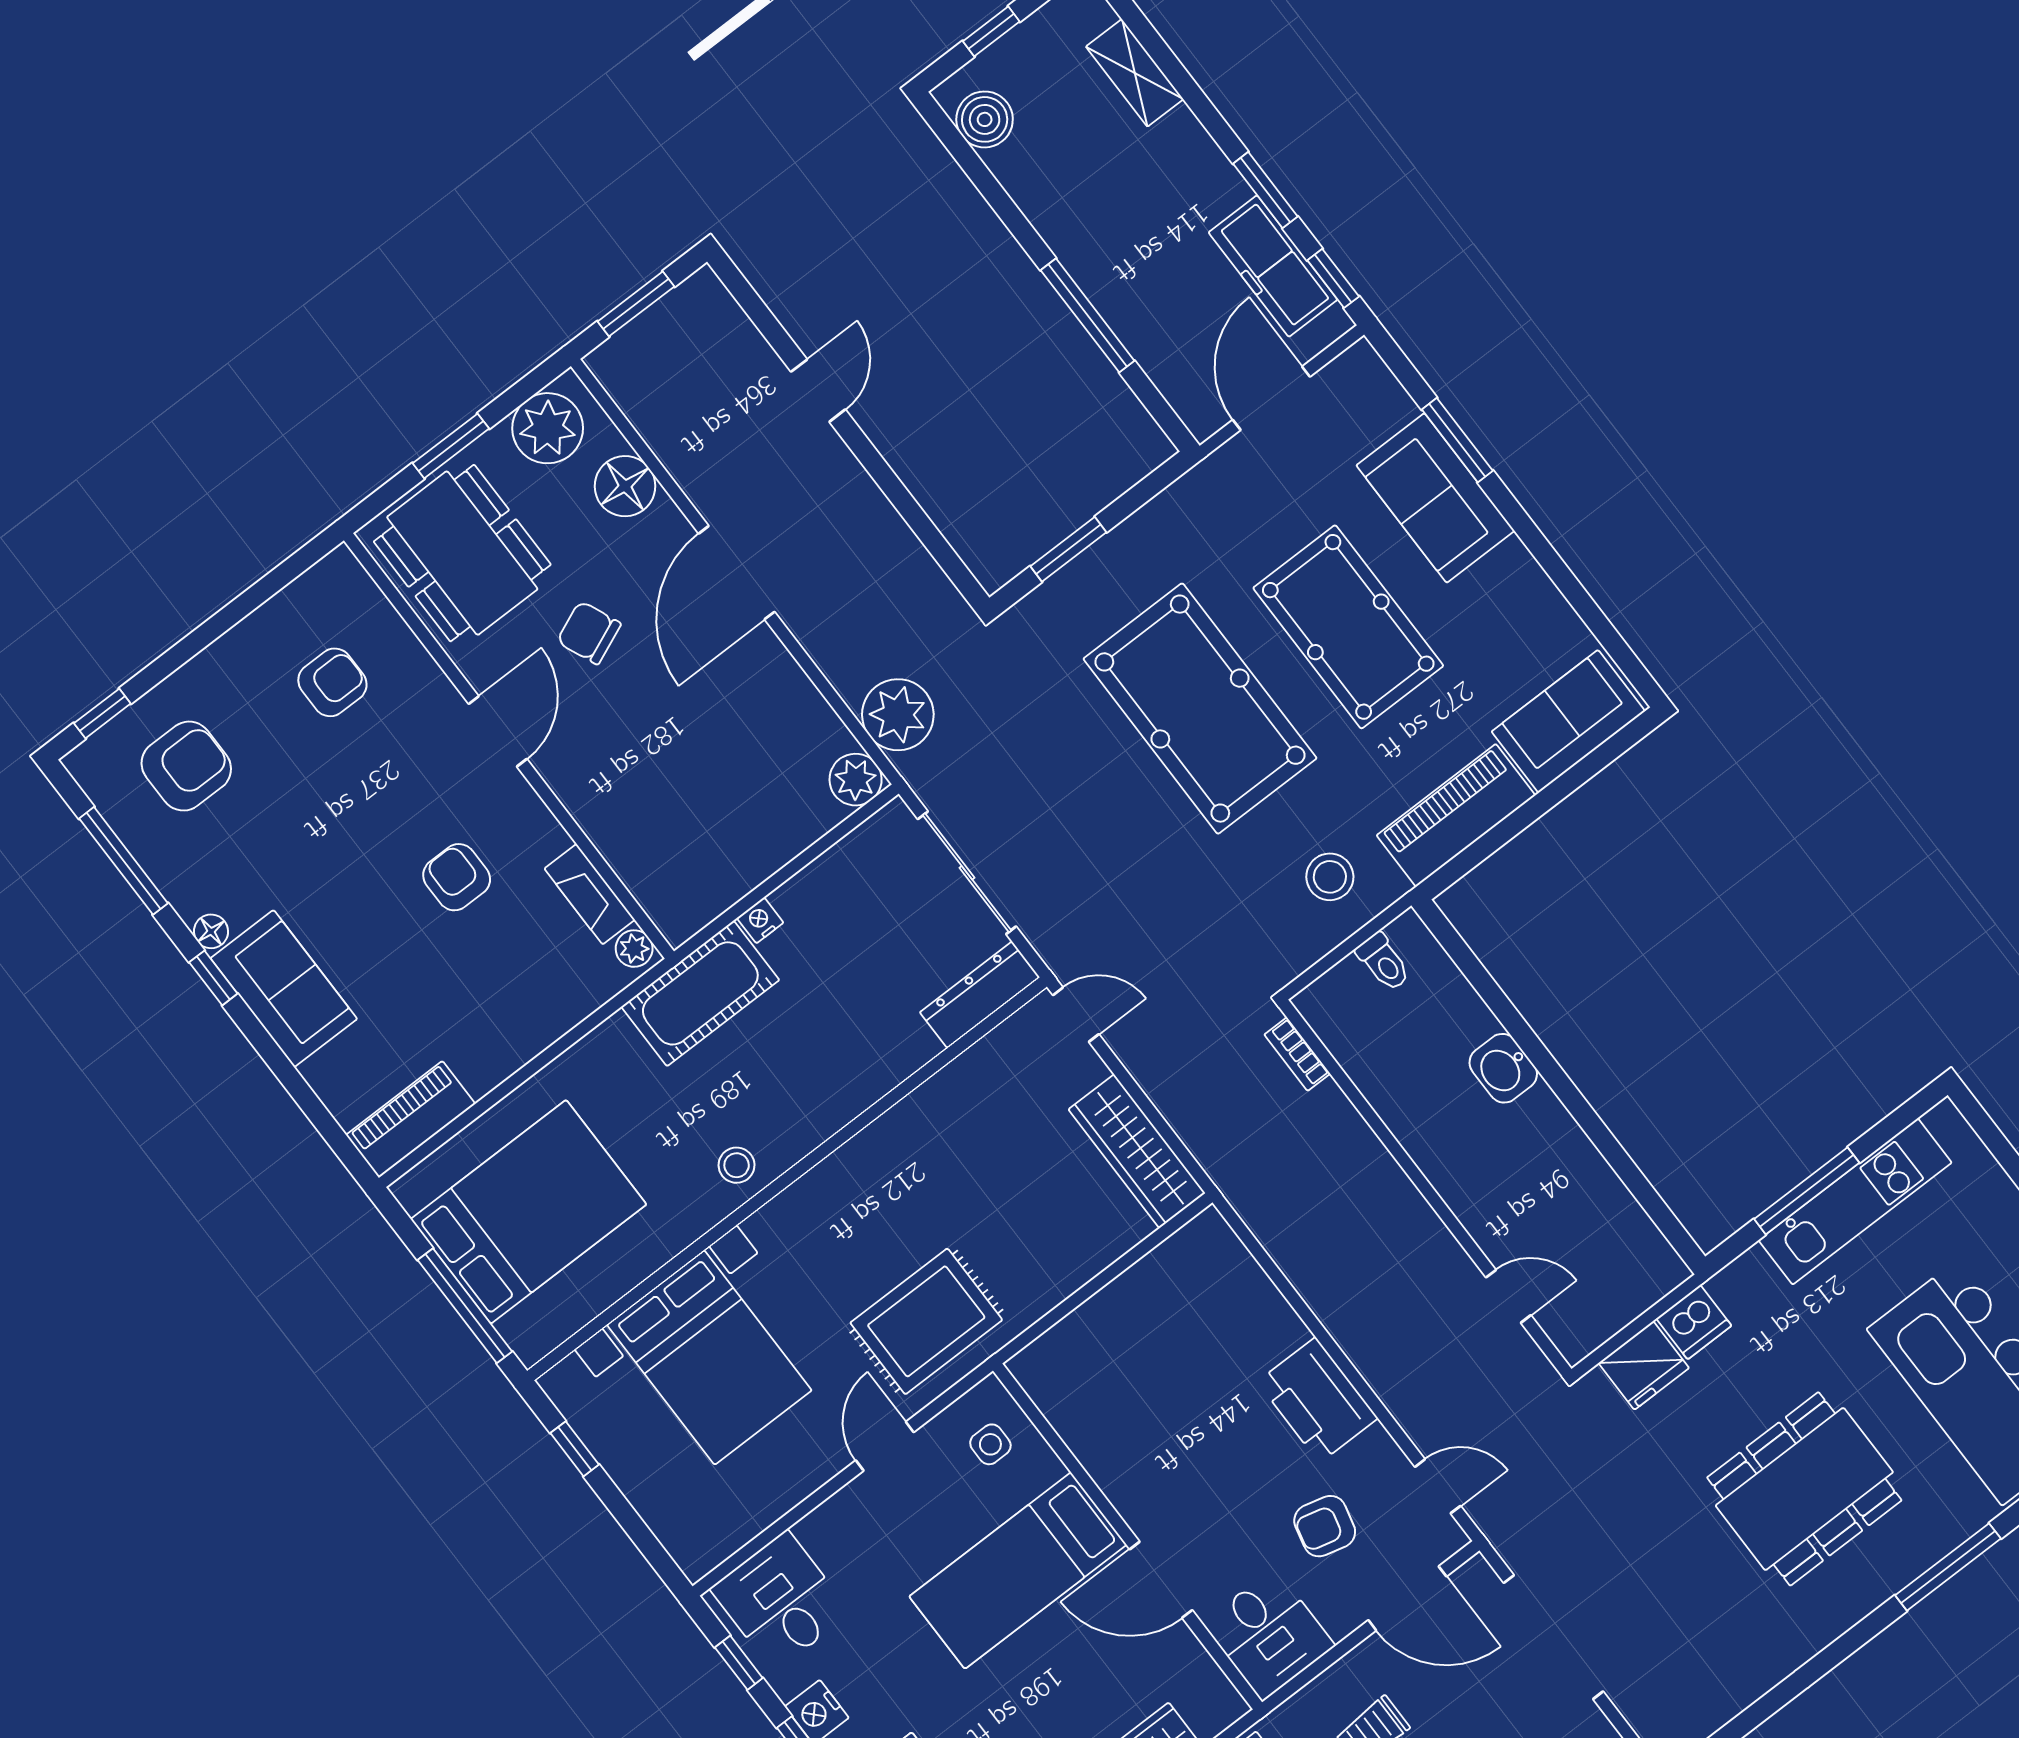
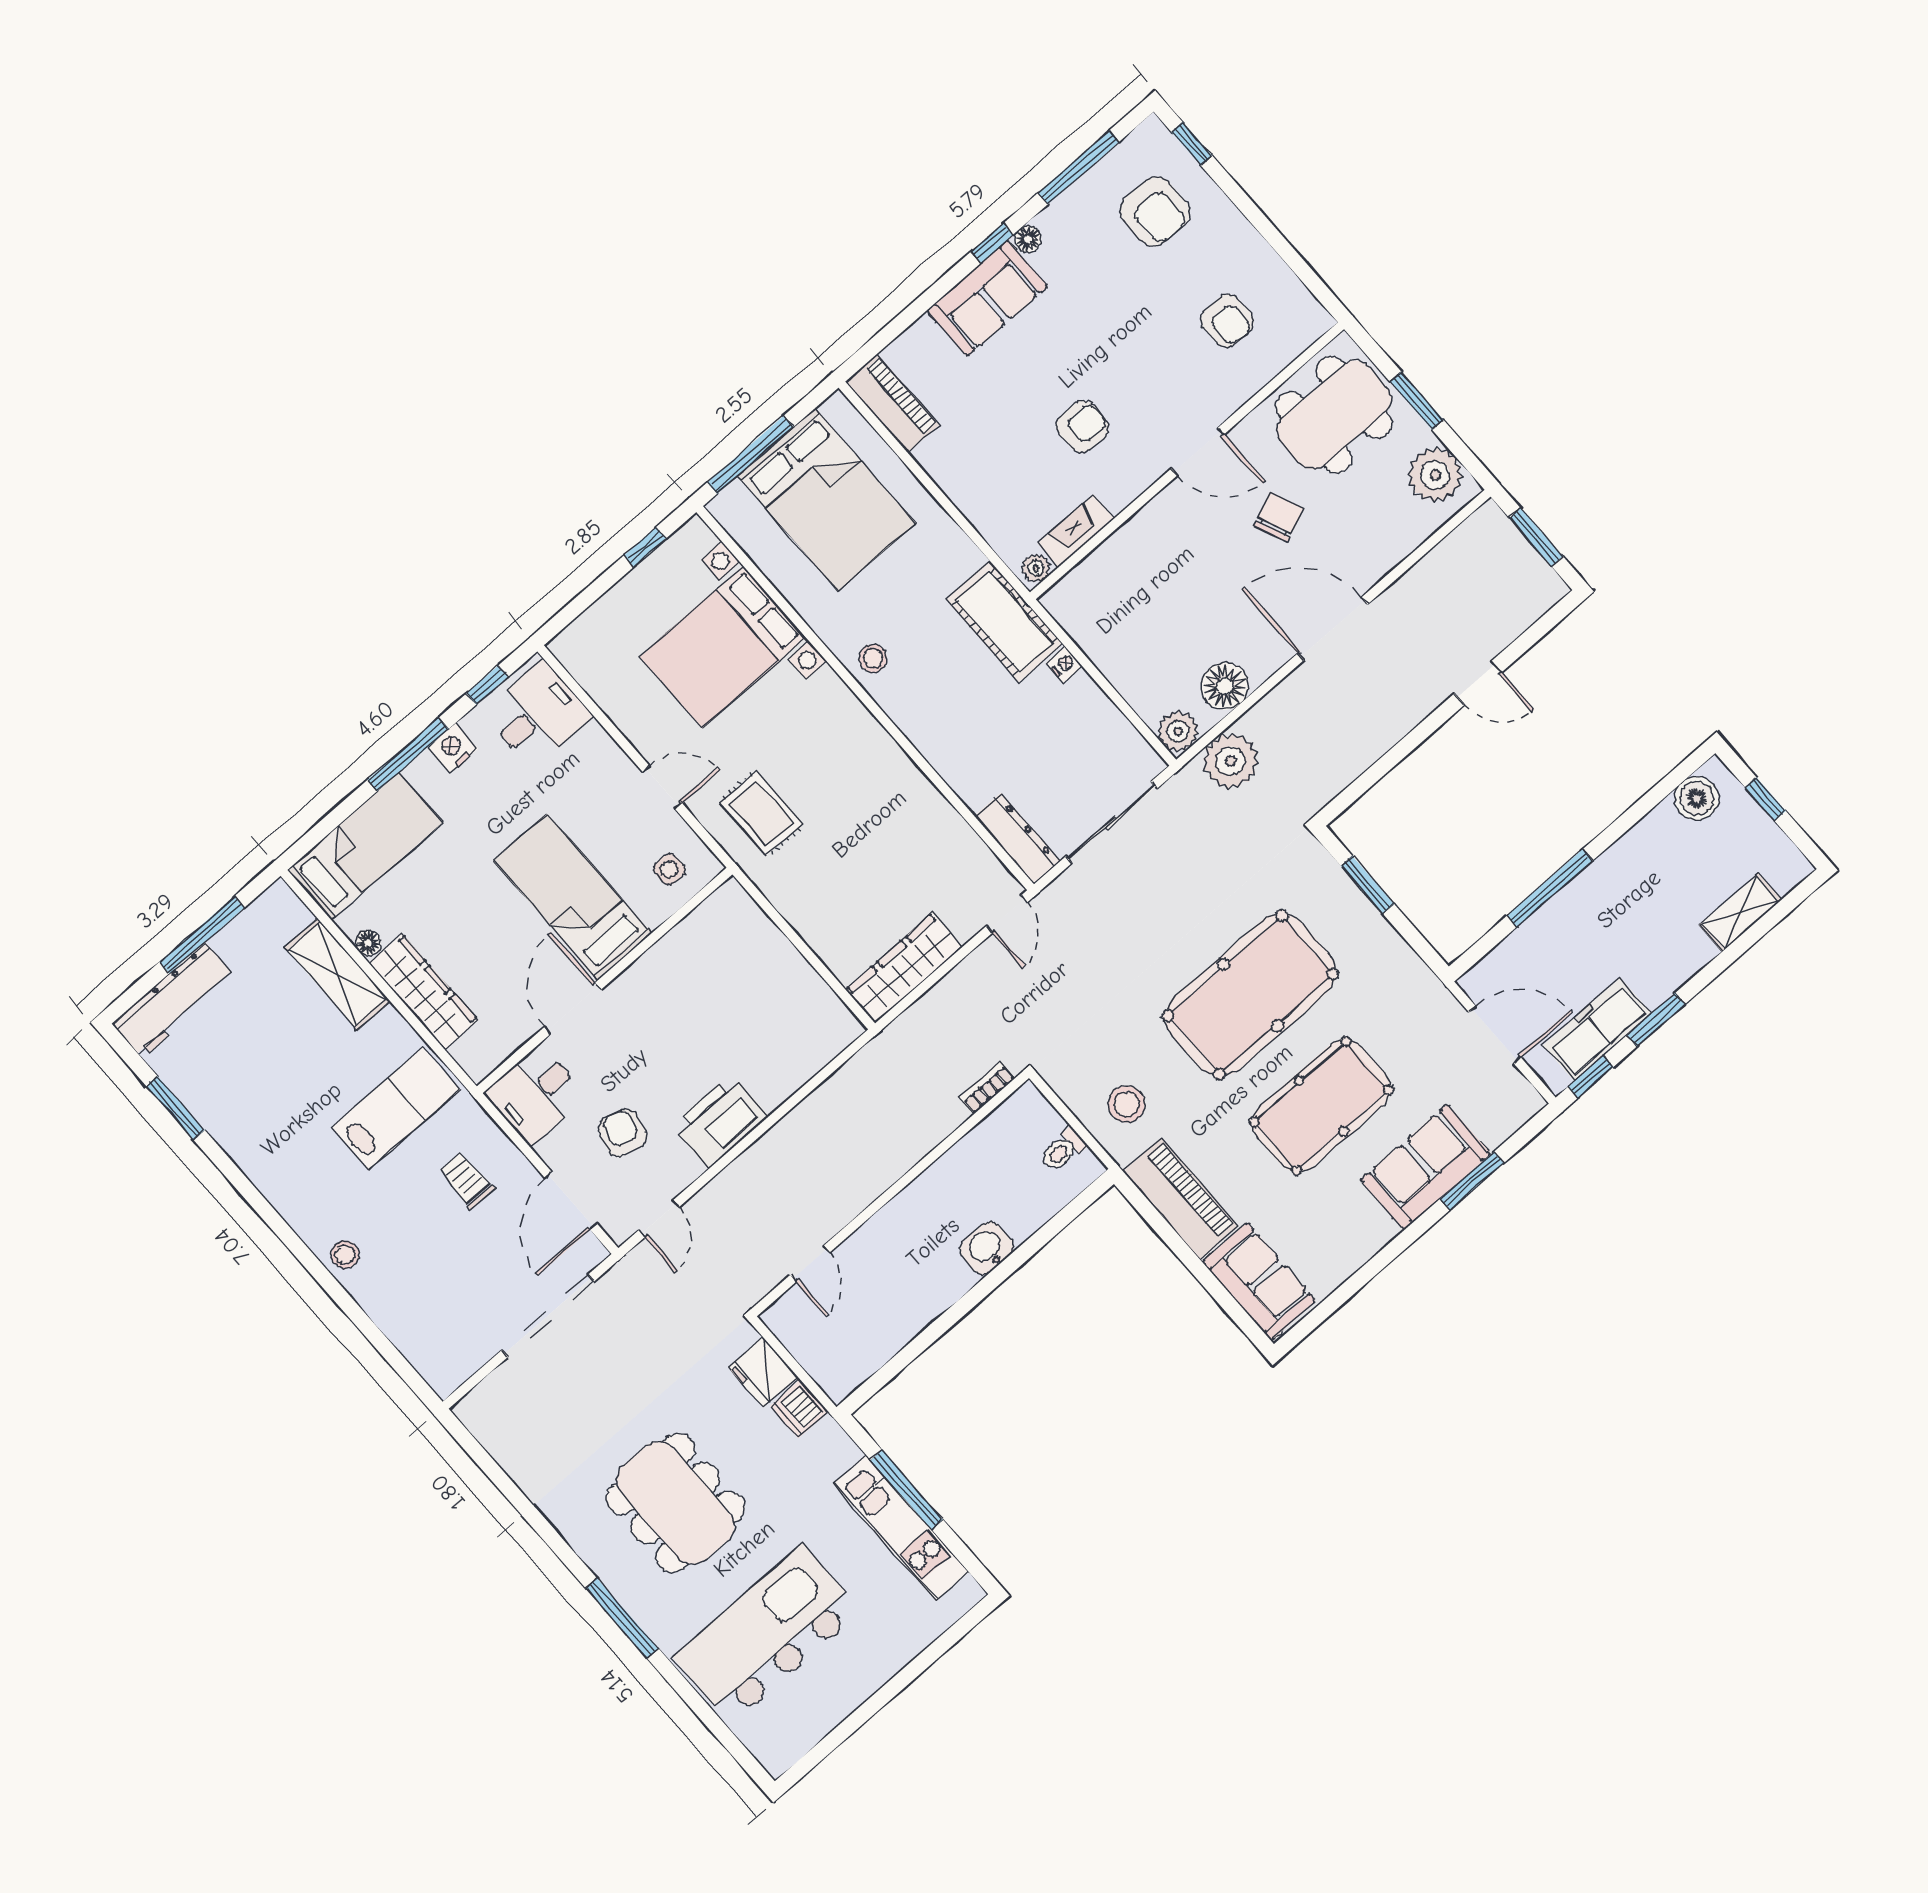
floor lamp: (625, 486) -> (1225, 686), moved
rug: (926, 1321) -> (761, 813), width x0.73, depth x0.70

